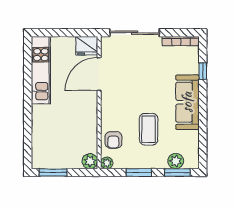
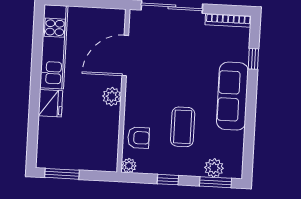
fridge: (87, 46) -> (50, 103), moved, turned -90
armchair: (113, 140) -> (139, 138), turned -90
plant: (90, 161) -> (112, 97), moved
window: (139, 172) -> (168, 180), width x0.67

